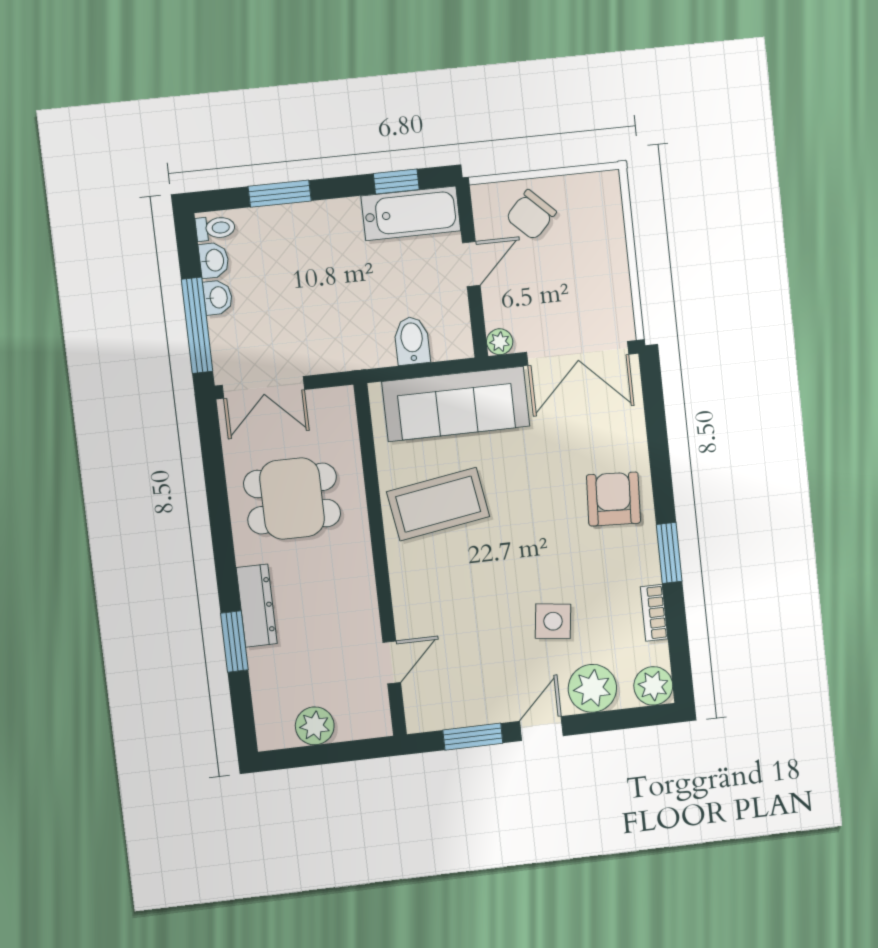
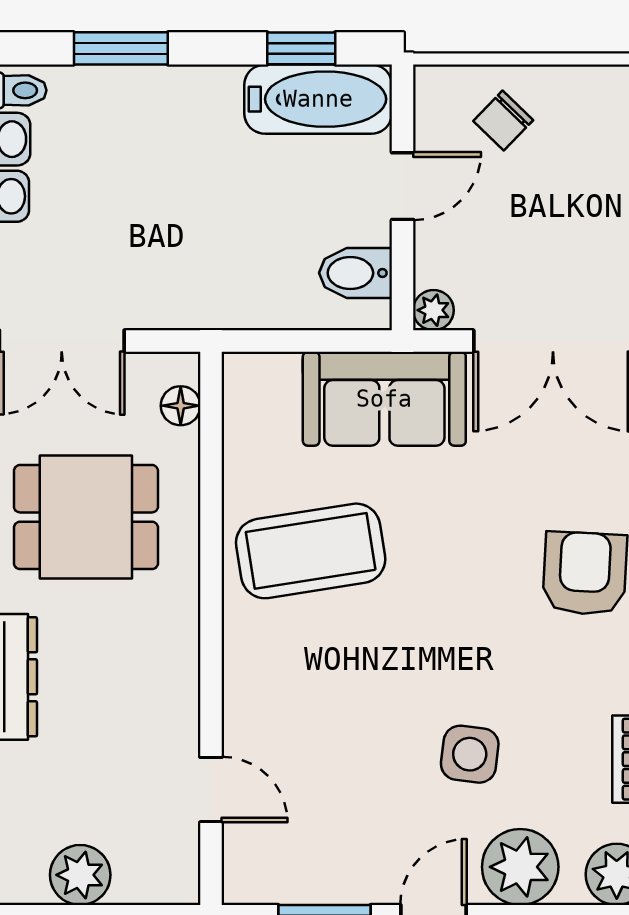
chair: (531, 215) -> (503, 121), width x0.73, depth x0.73
bidet: (412, 341) -> (356, 273), moved, turned -90
sofa: (456, 404) -> (384, 399), width x0.73
floor lamp: (345, 421) -> (181, 406), added
door: (392, 662) -> (211, 790), hinge flipped

